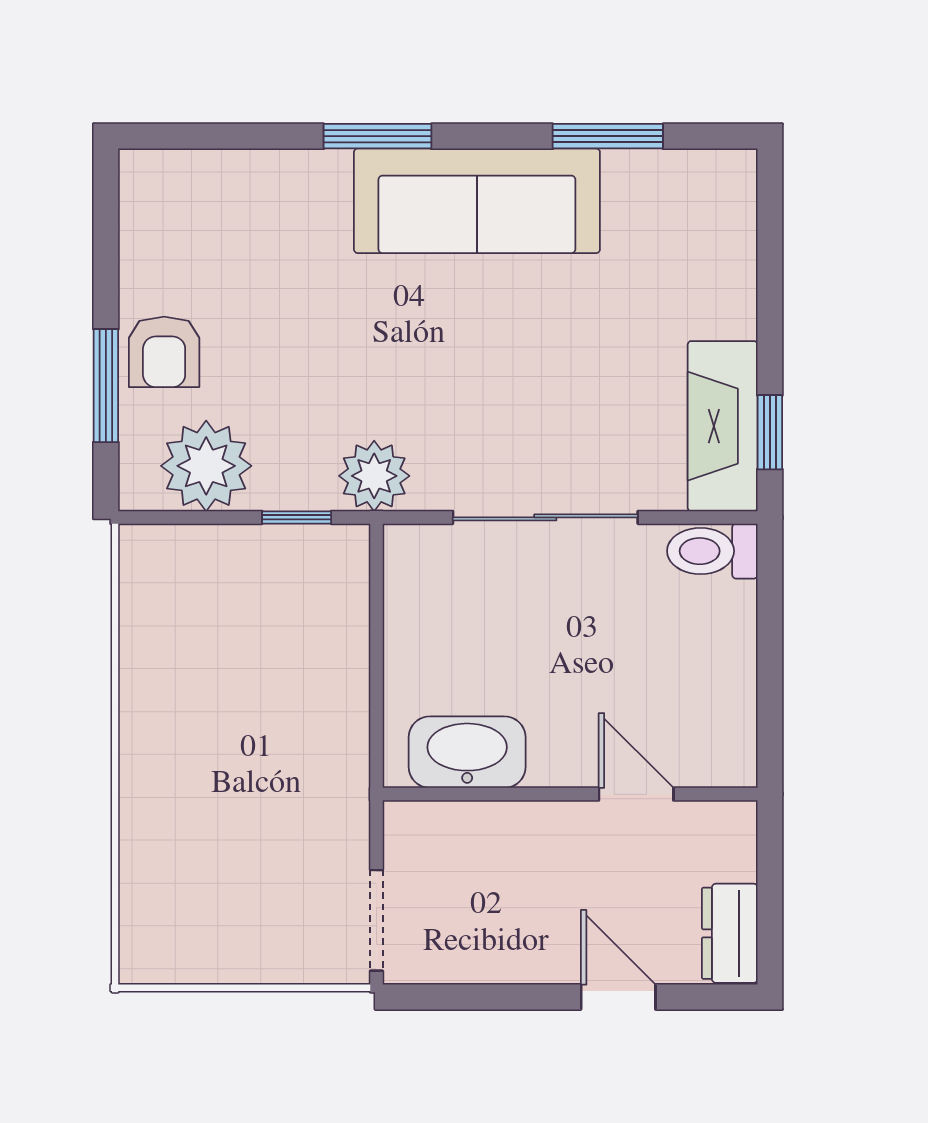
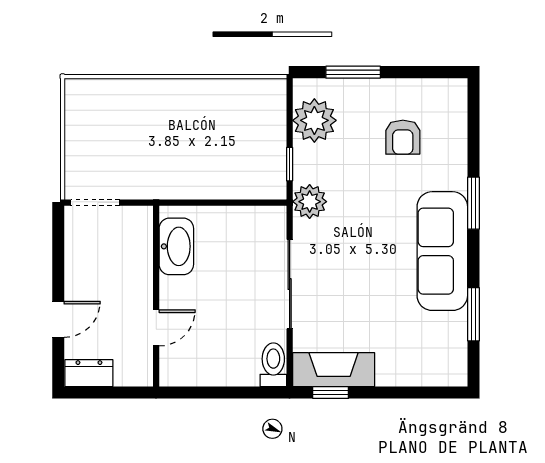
armchair: (164, 352) -> (403, 137), moved, turned -90

